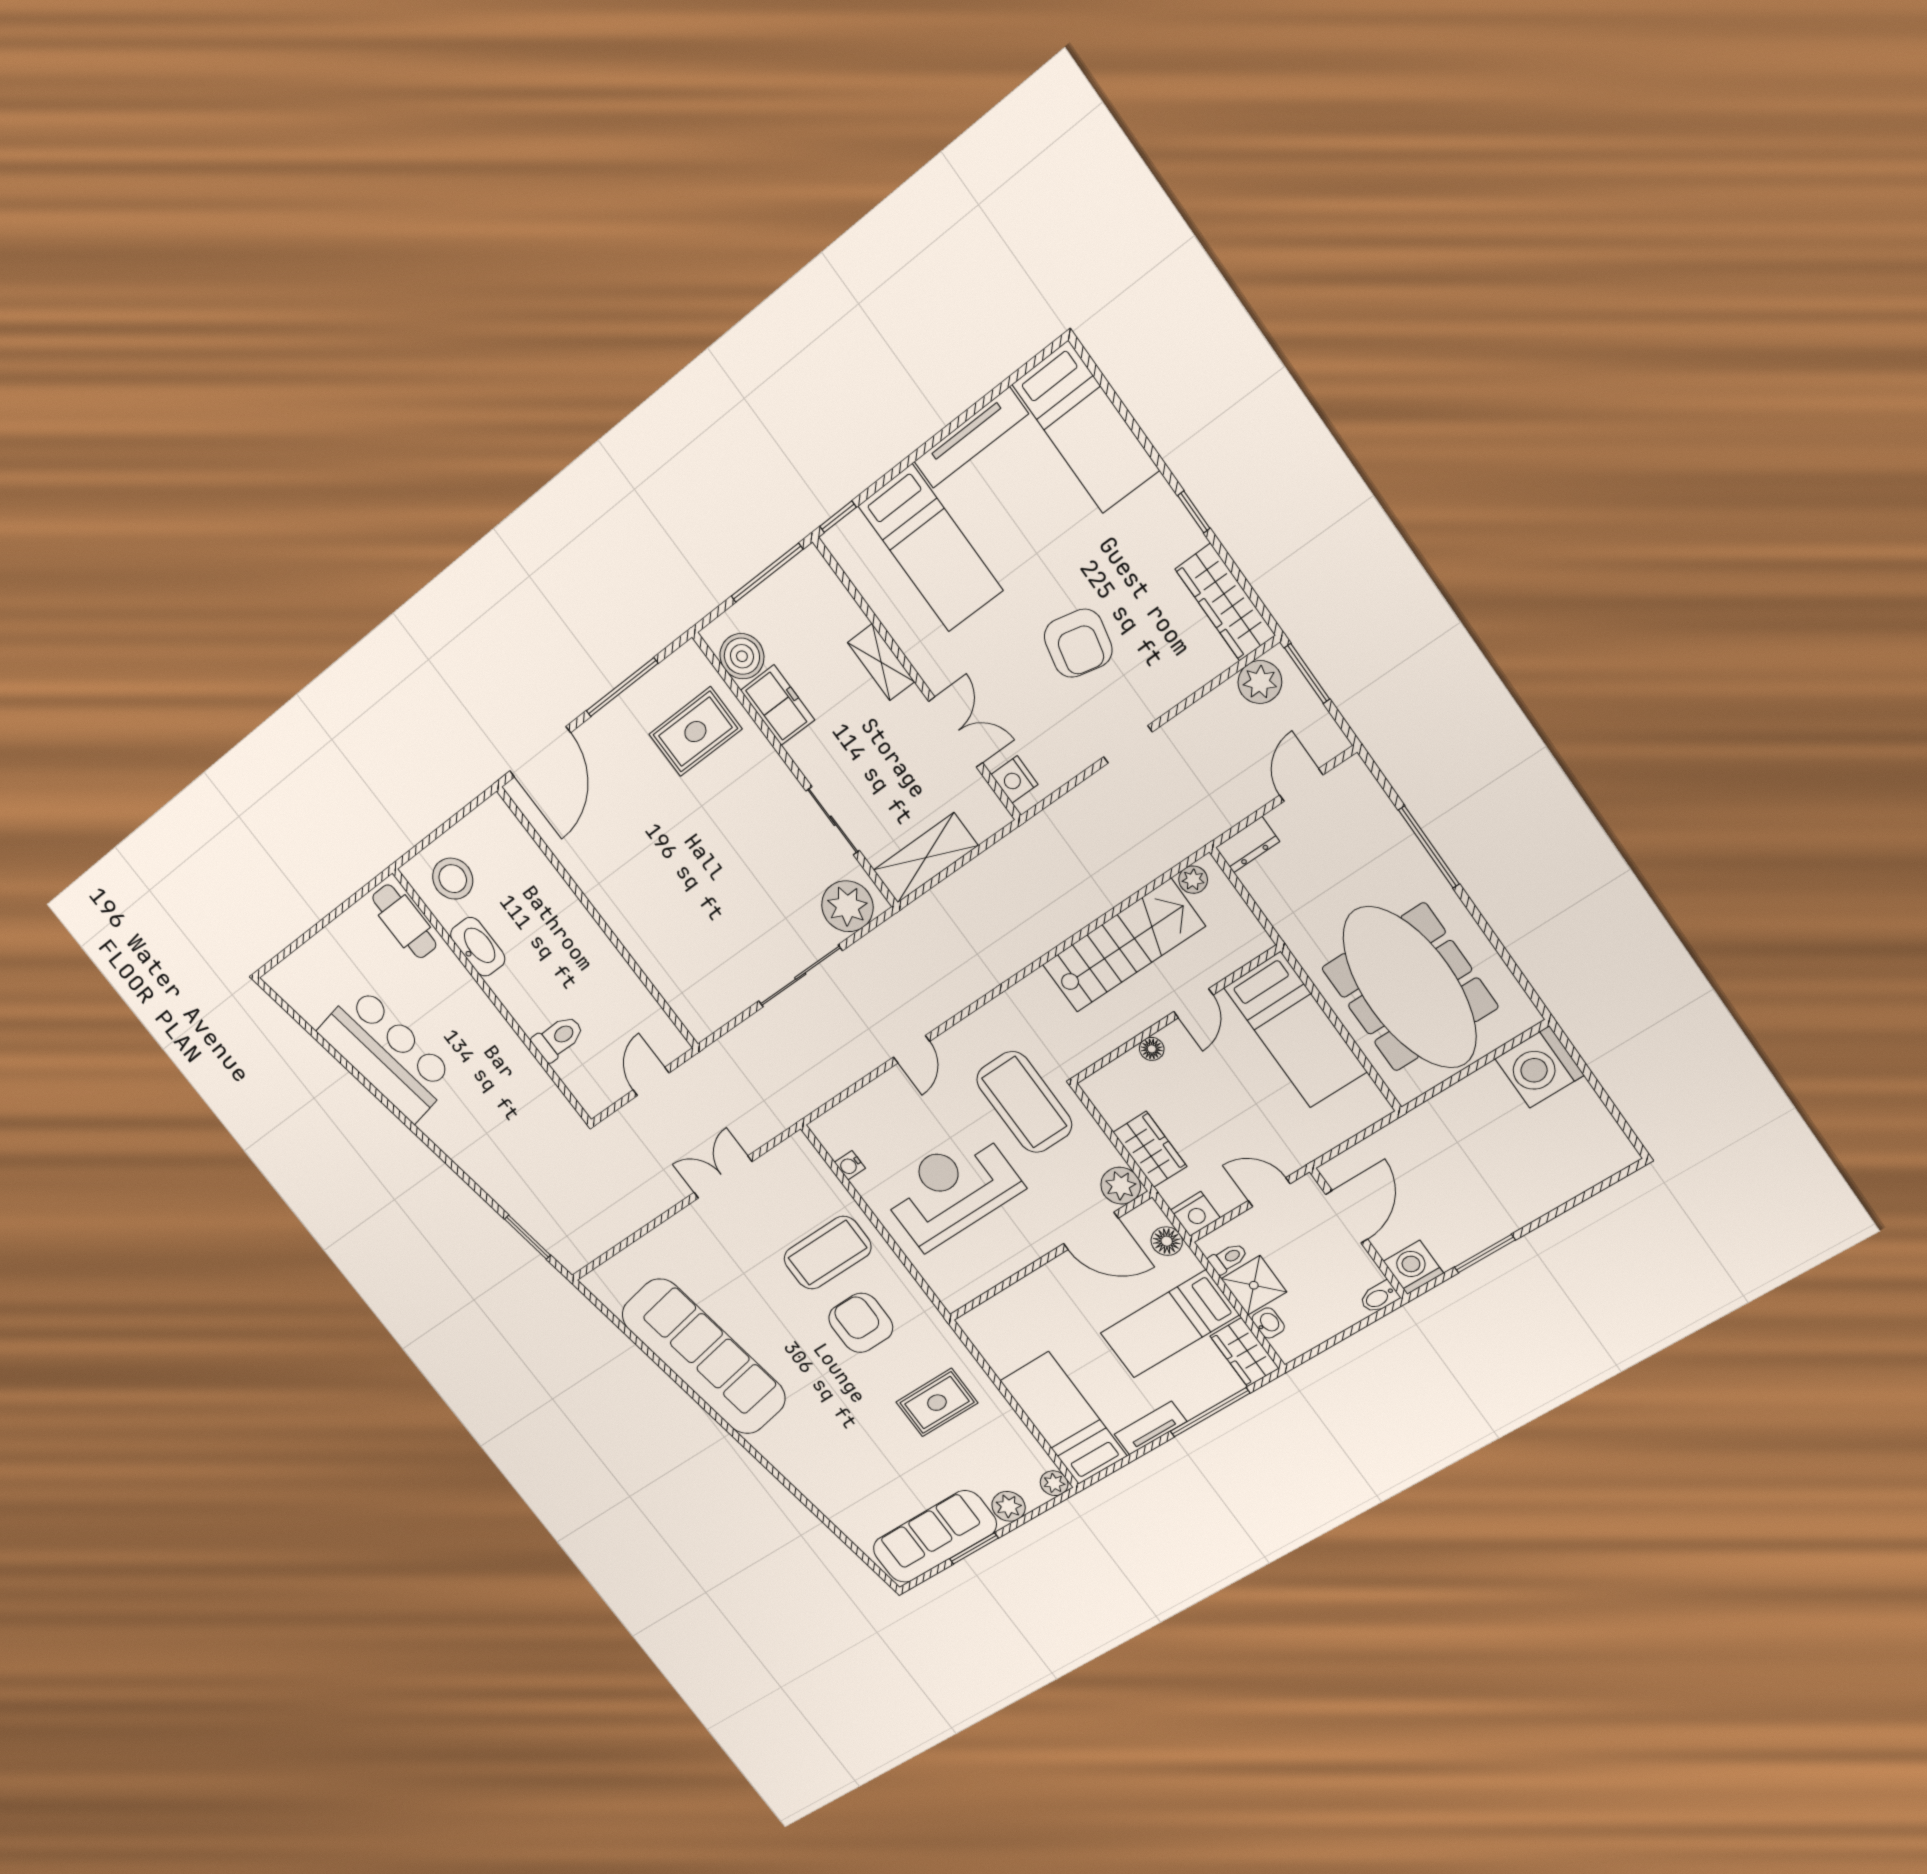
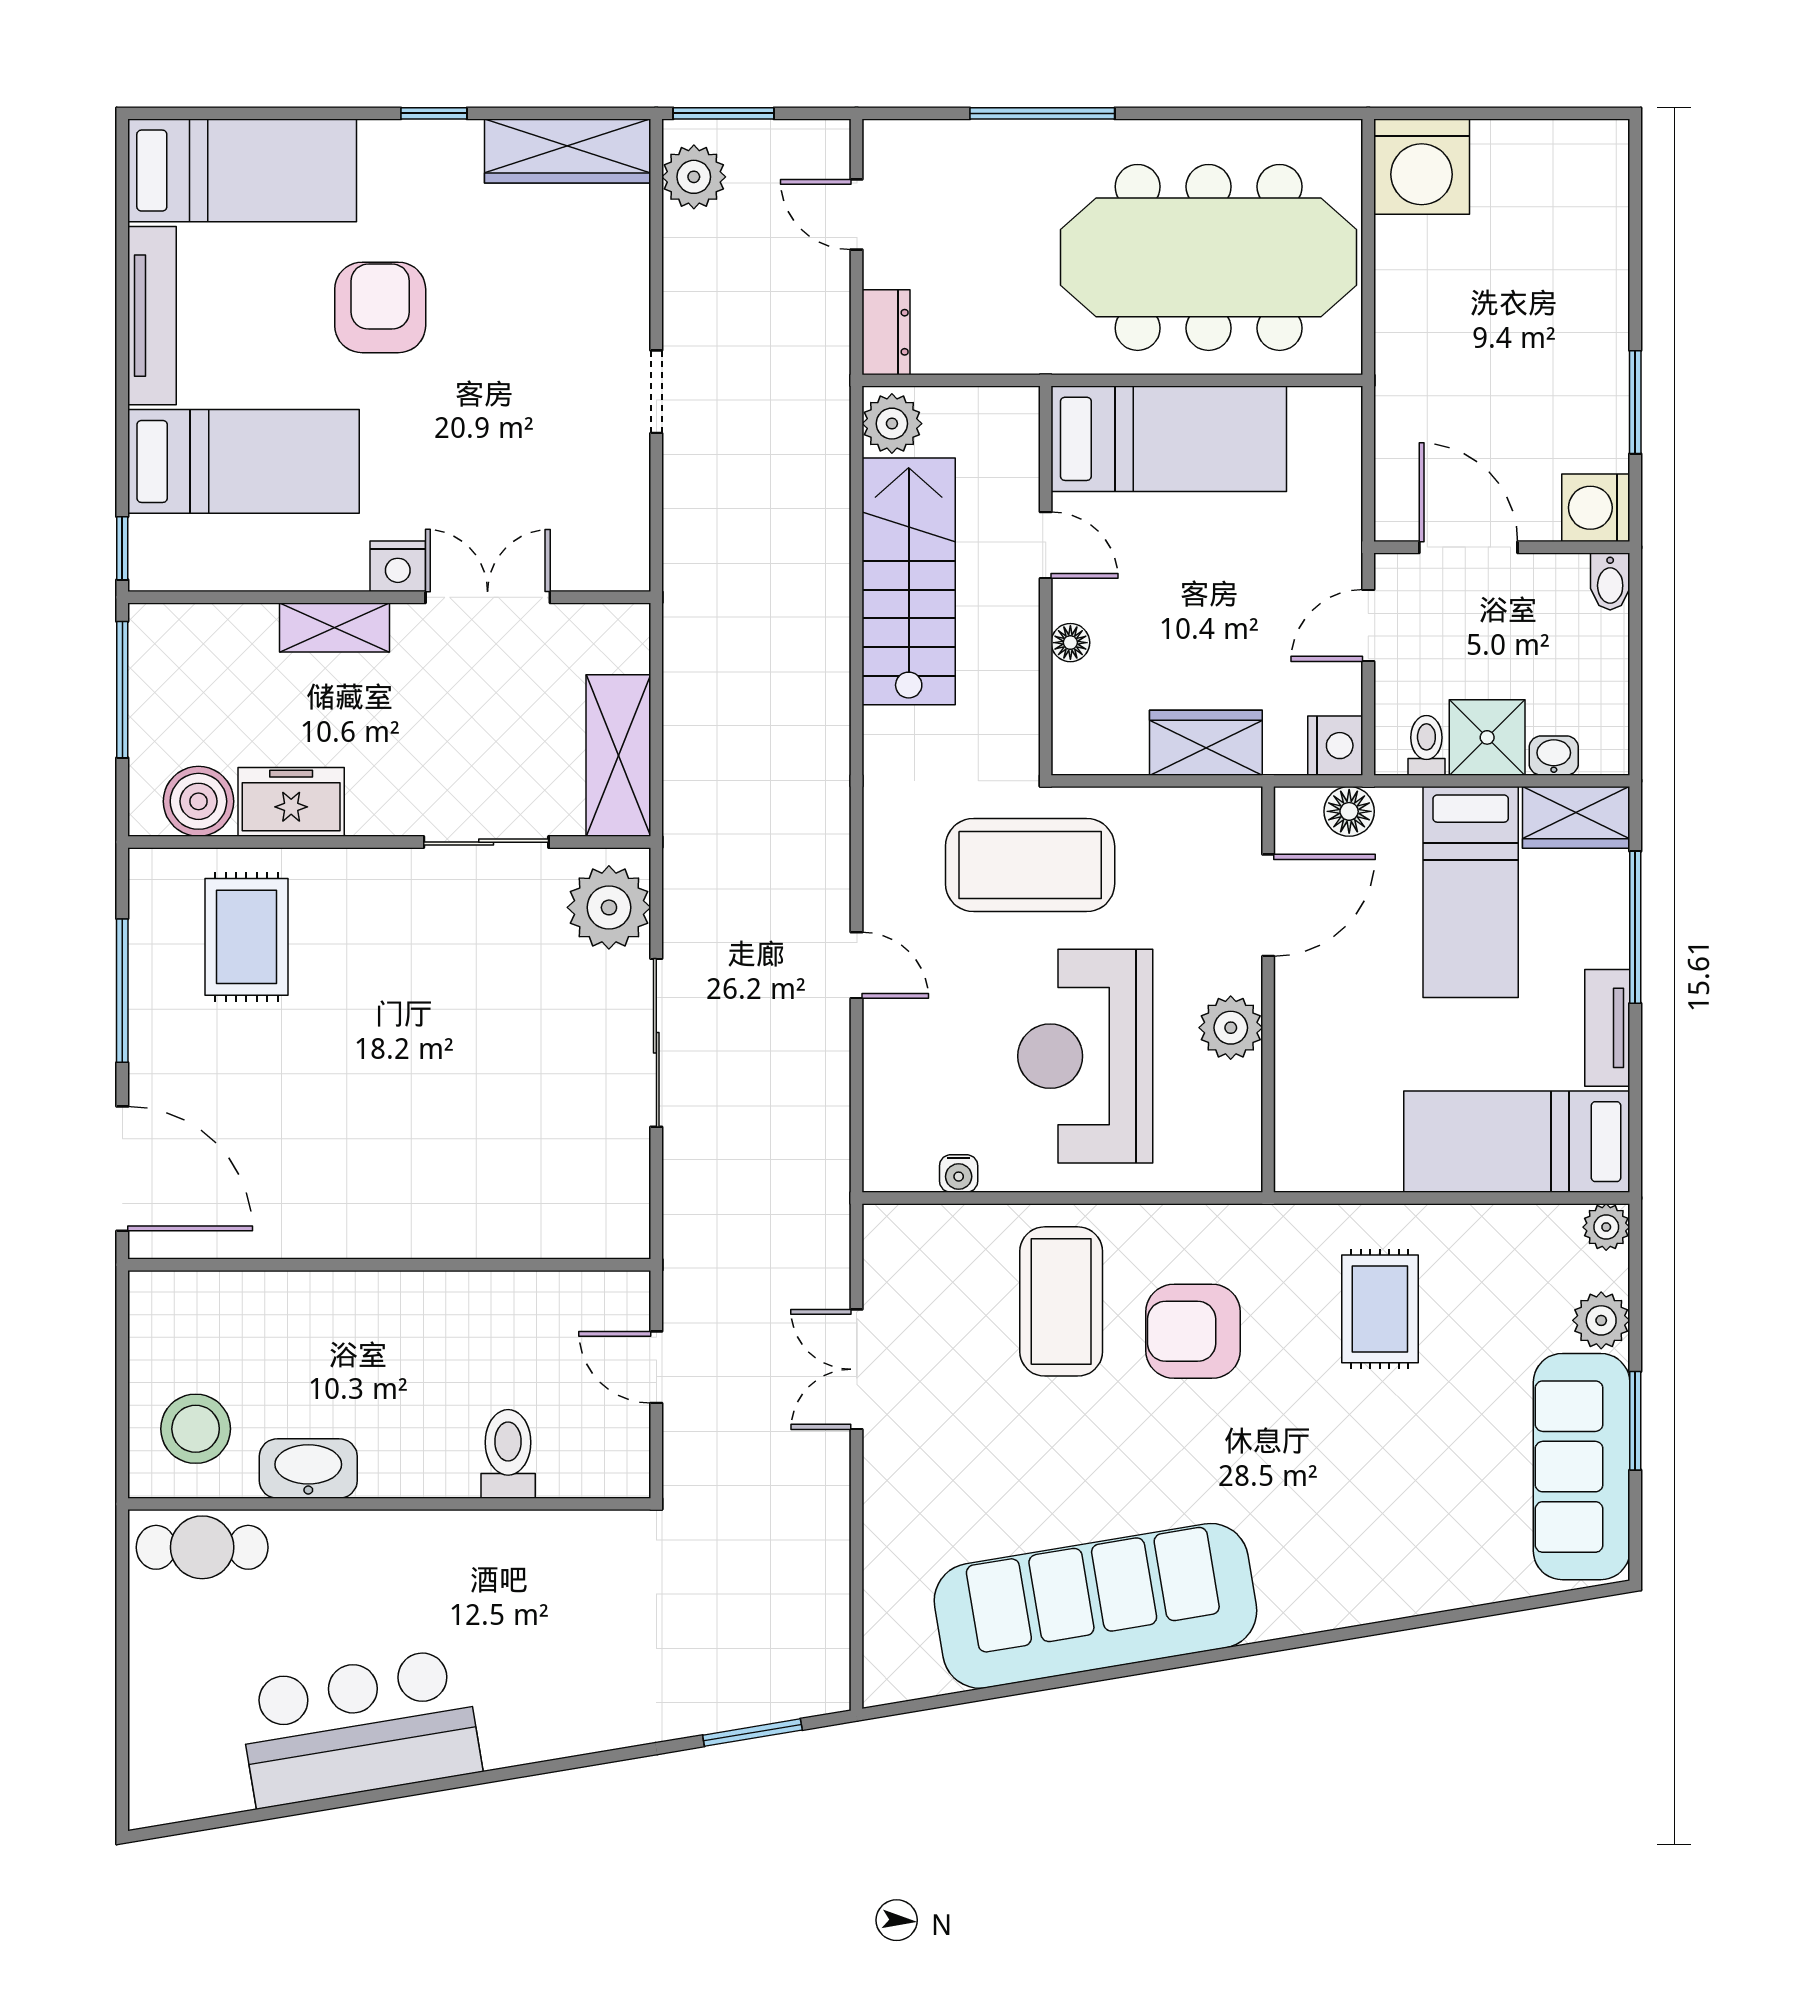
armchair: (1078, 643) -> (380, 307), moved, turned -103
nightstand: (1014, 780) -> (398, 566), moved
plant: (1193, 880) -> (892, 424), width x1.38, depth x1.38
plant: (1121, 1186) -> (1231, 1028), moved

